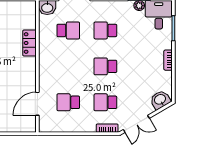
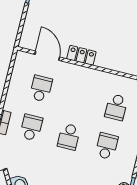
locker: (29, 43) -> (81, 55), moved
school desk: (105, 66) -> (69, 137), turned 180

